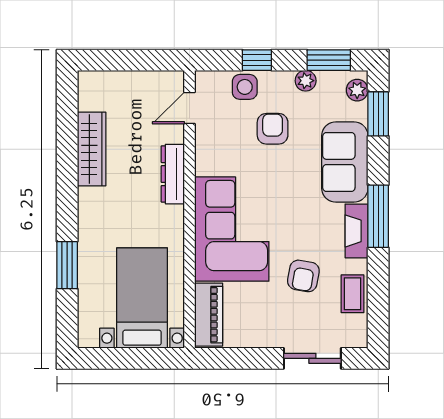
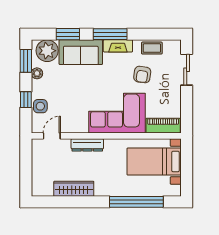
plant: (357, 90) -> (47, 51), width x1.87, depth x1.87
door: (189, 108) -> (52, 136), swing flipped
window: (378, 114) -> (68, 34), moved
armchair: (273, 129) -> (63, 91), removed
window: (67, 265) -> (136, 202), width x2.11
armchair: (303, 276) -> (142, 75), turned 88

